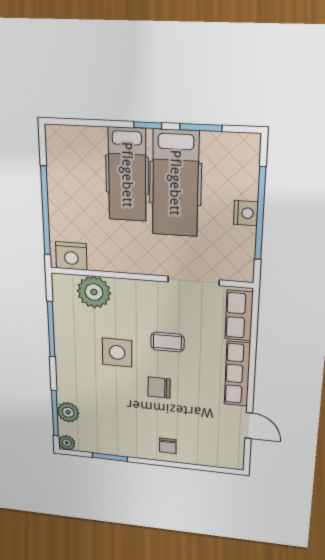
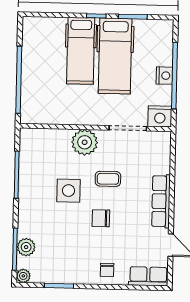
nightstand: (71, 256) -> (160, 116), moved
plant: (94, 292) -> (85, 142), moved
row of seats: (239, 315) -> (148, 276), moved, turned 90

